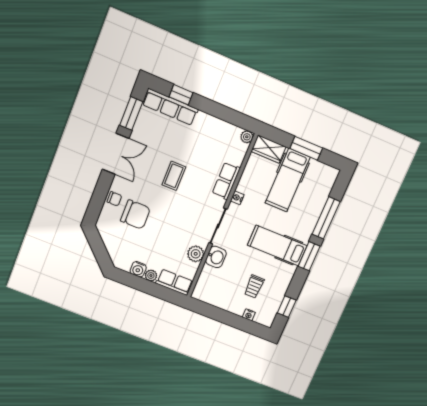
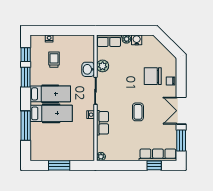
wardrobe: (269, 149) -> (83, 155), removed
hospital bed: (288, 180) -> (51, 113), moved, turned 90
window: (309, 256) -> (26, 77), moved

